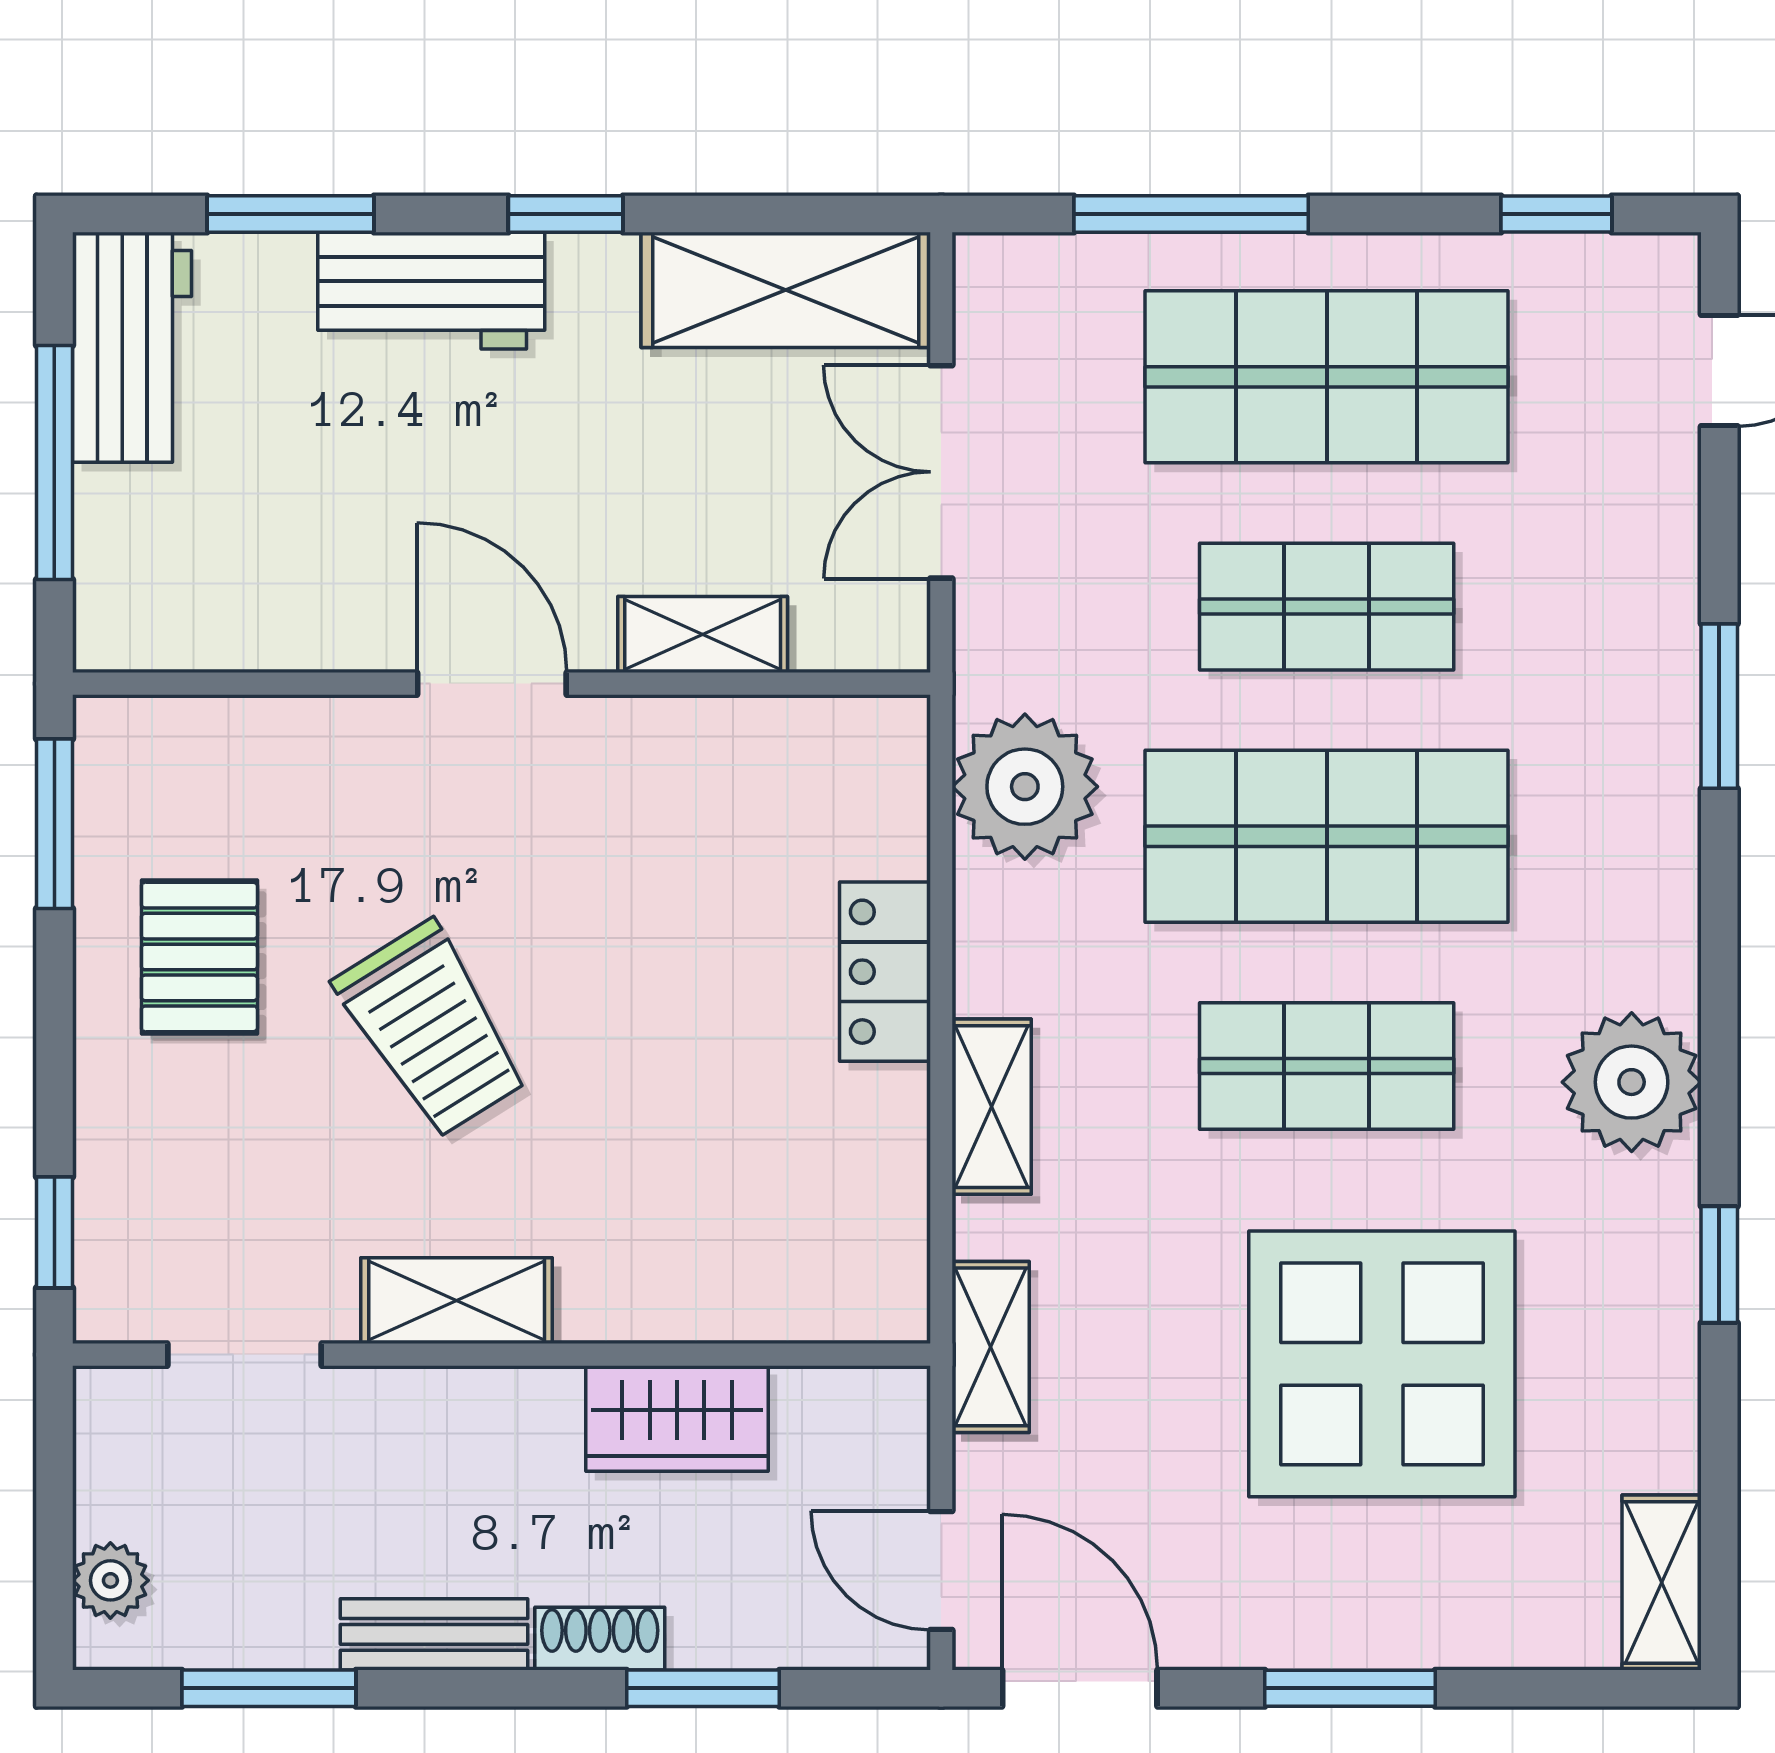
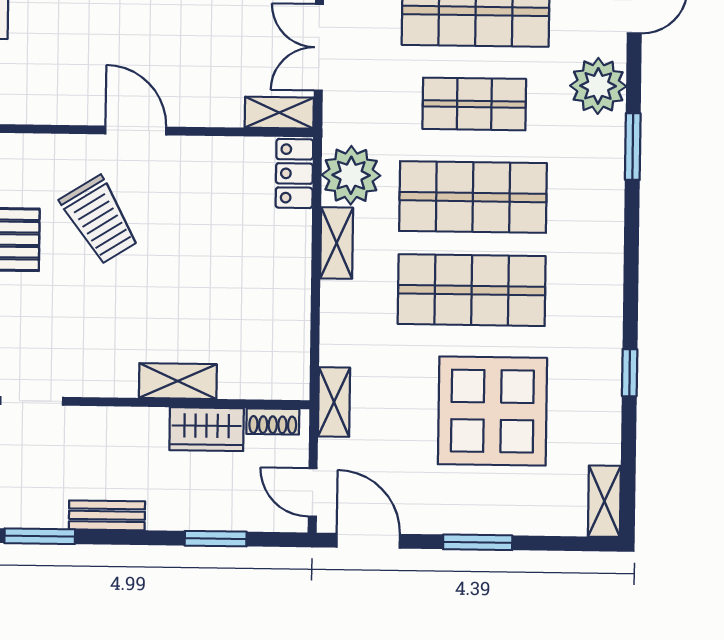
shelving: (703, 635) -> (279, 113), moved
locker: (885, 972) -> (294, 173), moved
trolley: (432, 1030) -> (100, 220), moved
shop shelf: (1327, 1066) -> (472, 290), width x1.43, depth x1.36
plant: (1632, 1082) -> (598, 86), moved
shelving: (992, 1107) -> (337, 243), moved
shelving: (457, 1301) -> (178, 381), moved
shoe rack: (600, 1639) -> (273, 421), moved, turned 180

